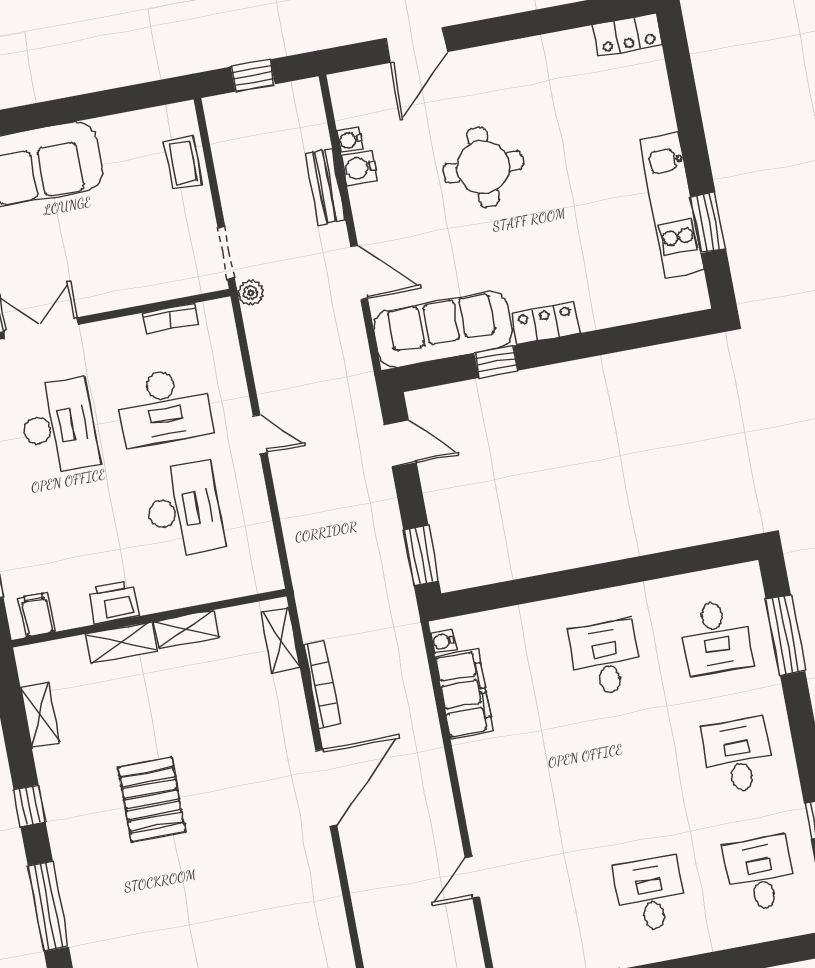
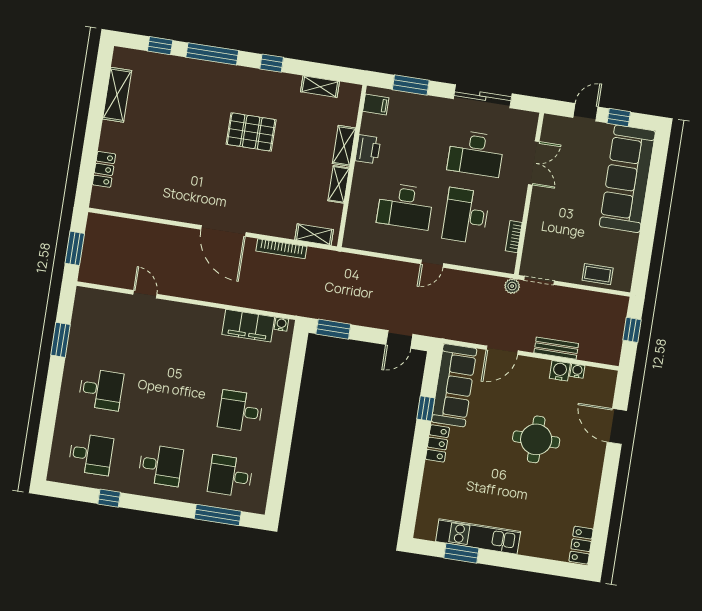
desk: (606, 658) -> (240, 411), turned 180

